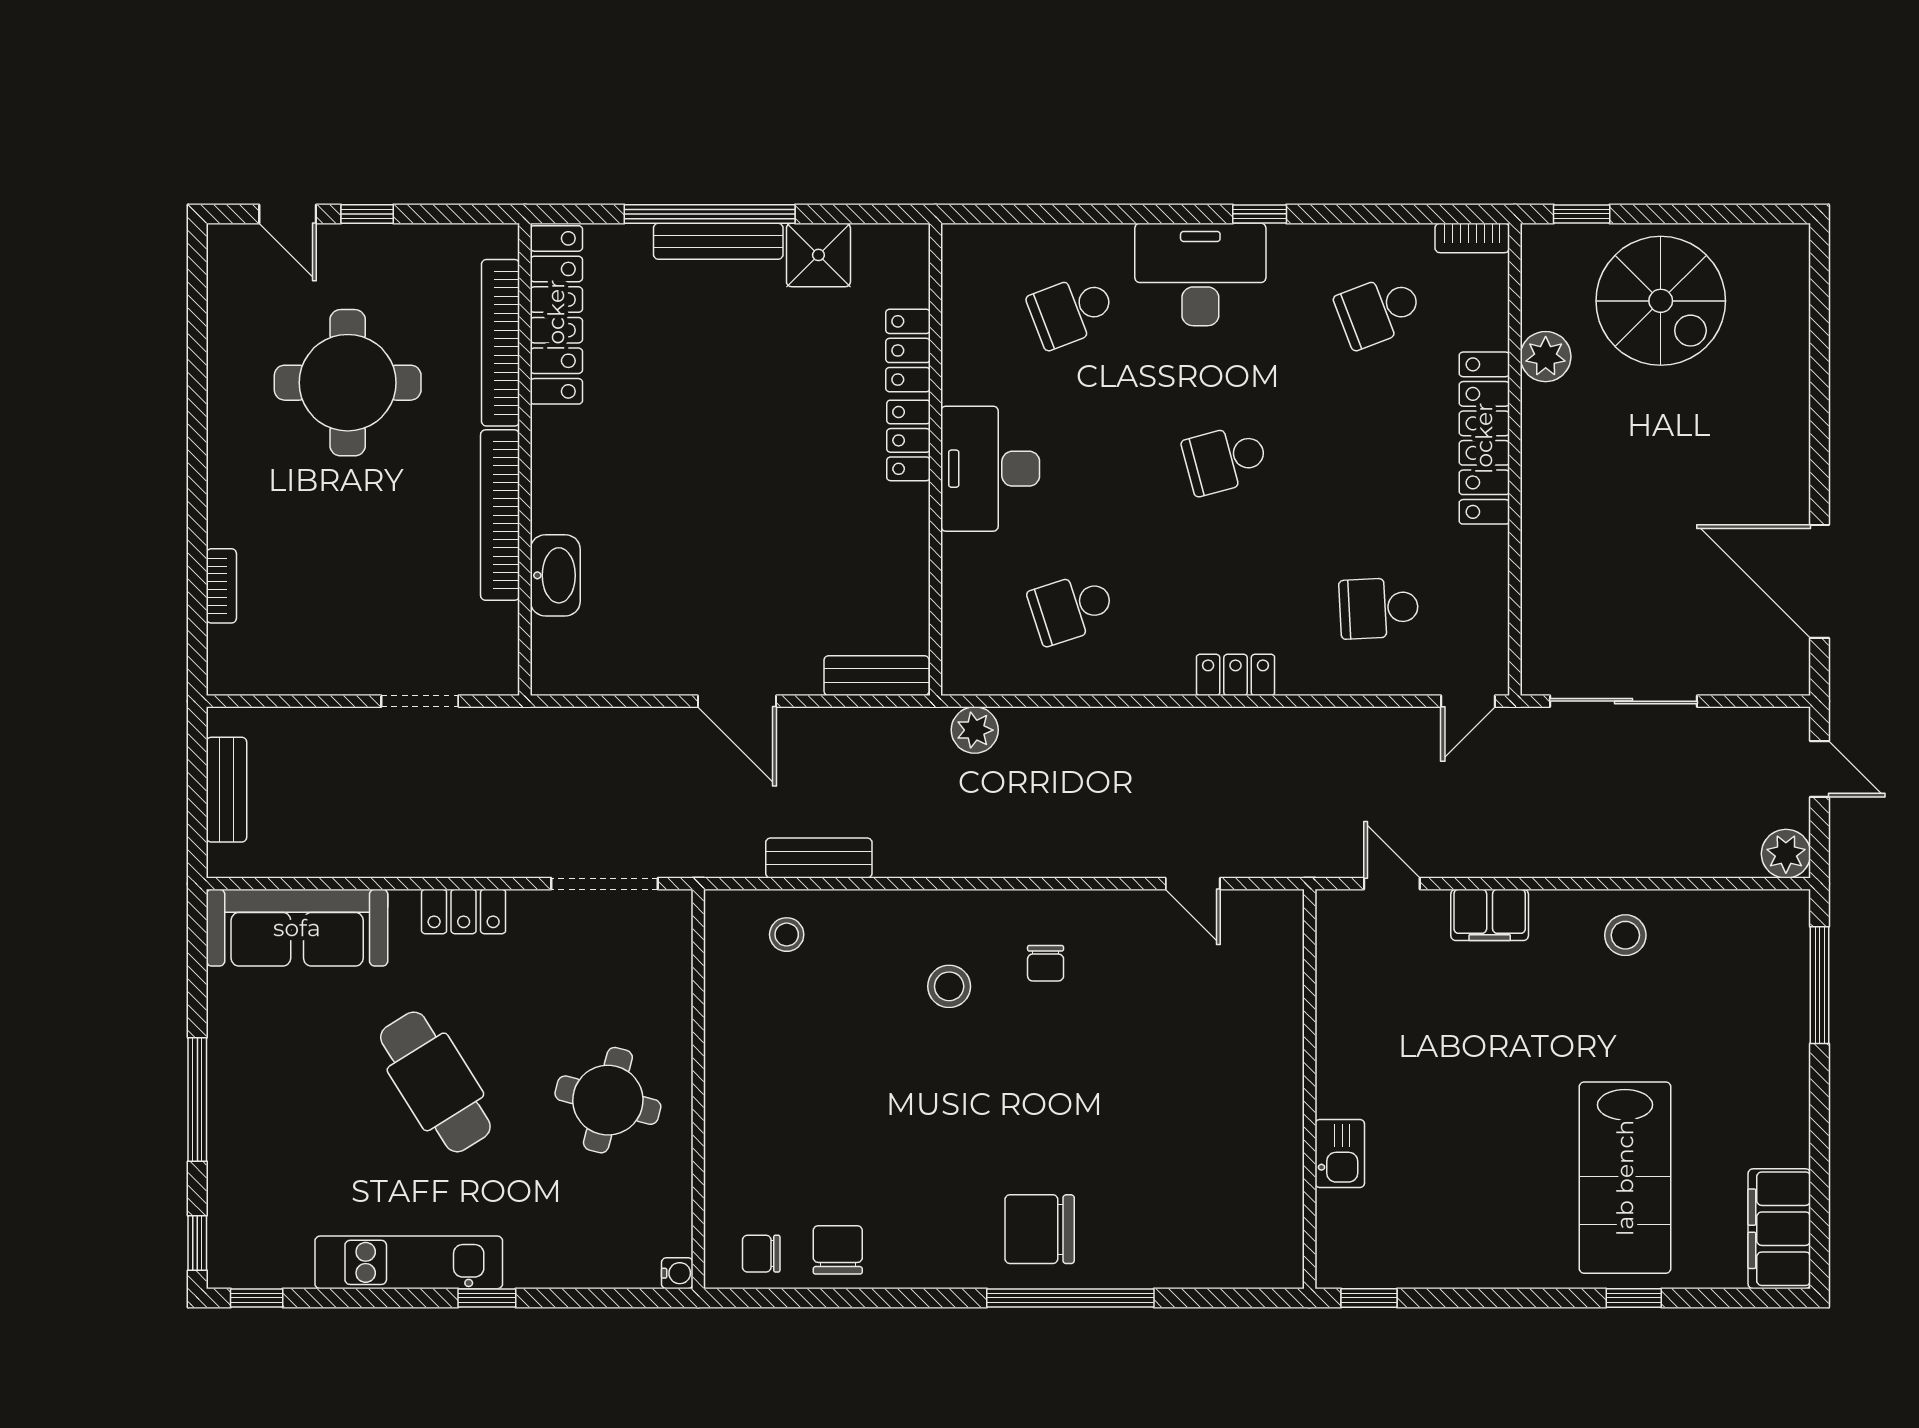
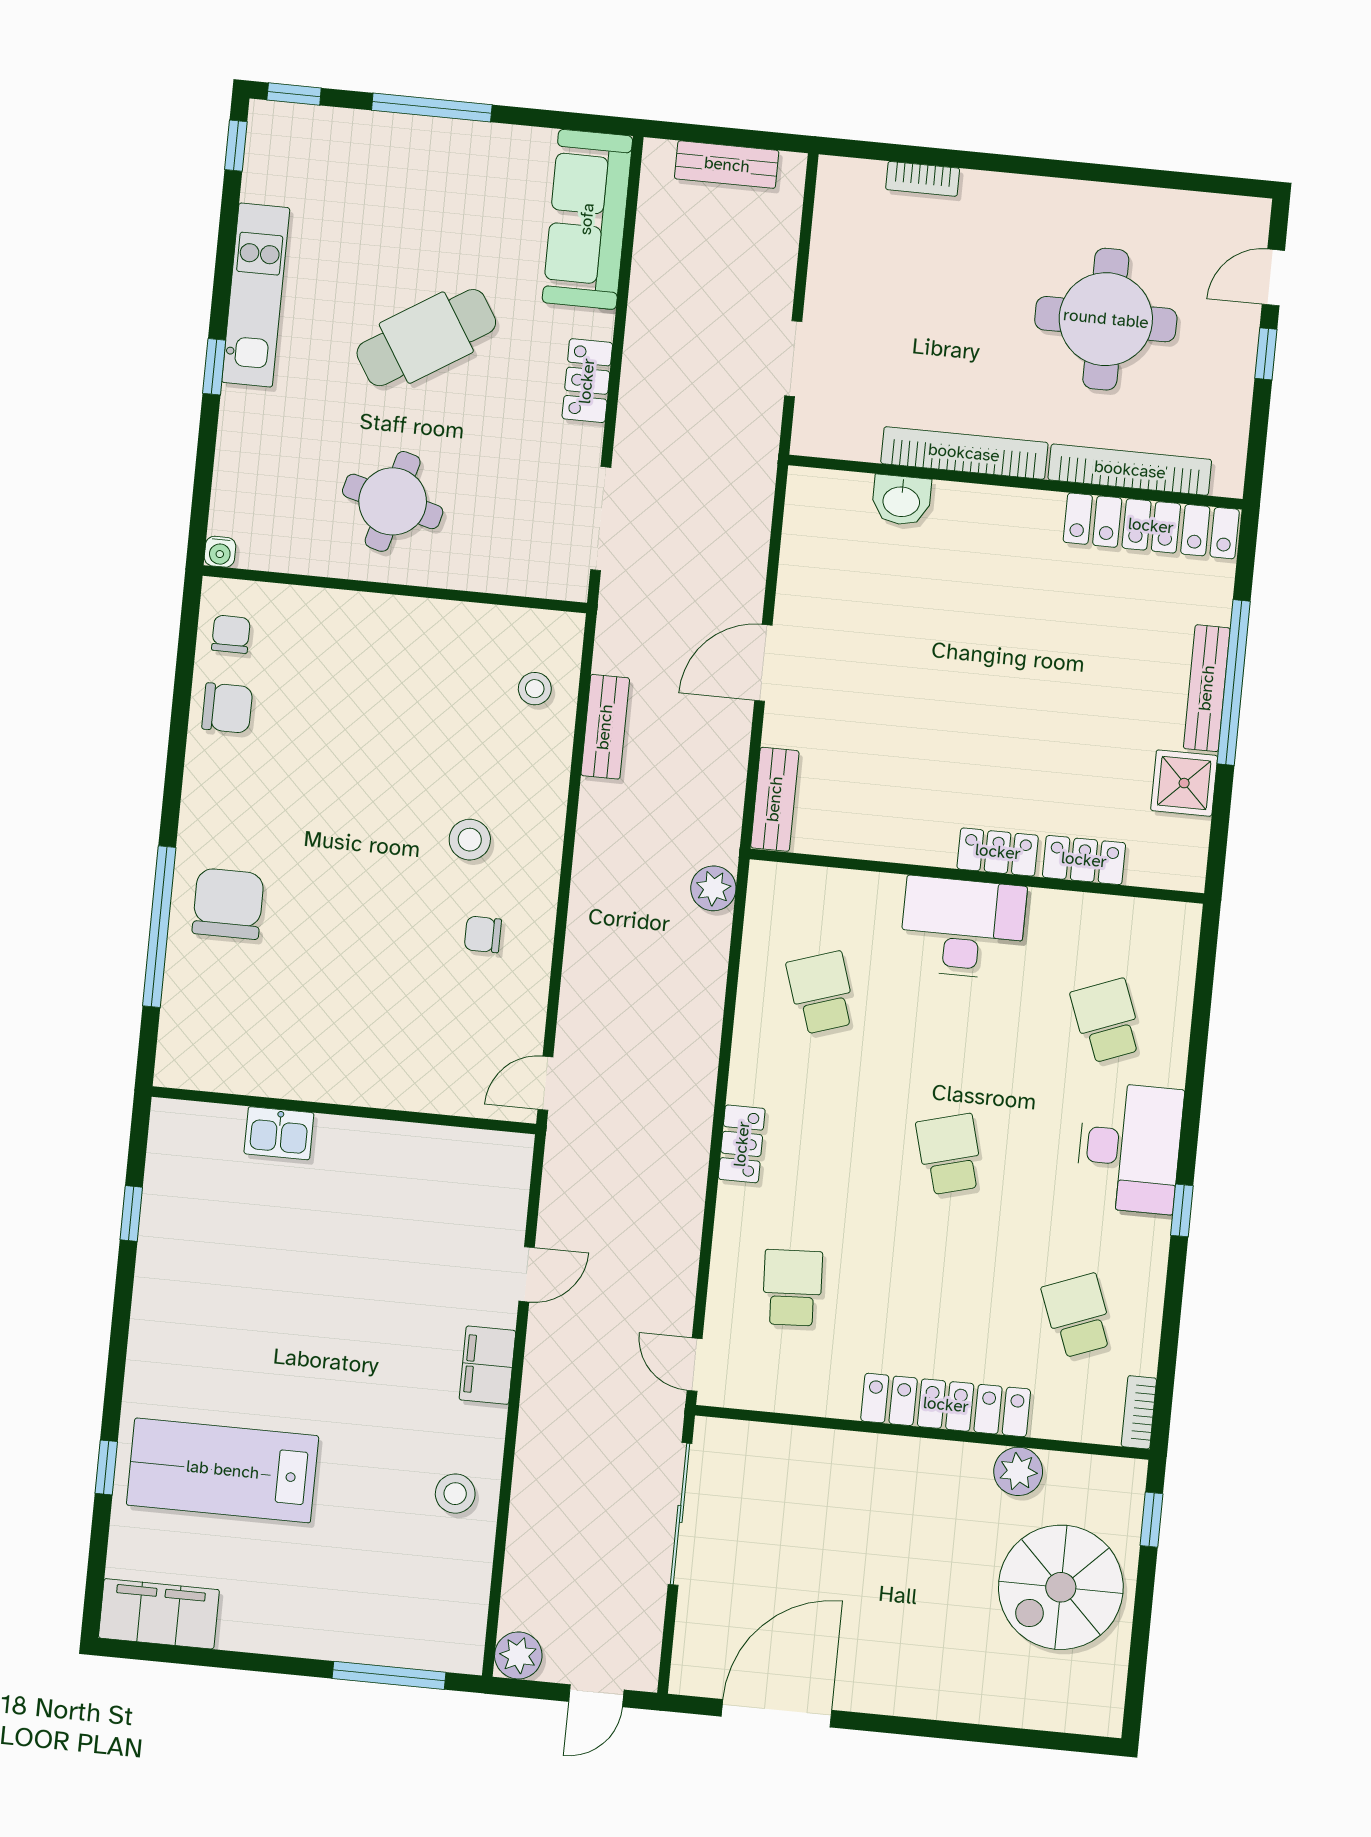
washbasin: (555, 575) -> (901, 500), width x0.72
wall: (1310, 1089) -> (344, 1110), moved
kitchen sink: (1340, 1154) -> (279, 1133), moved

